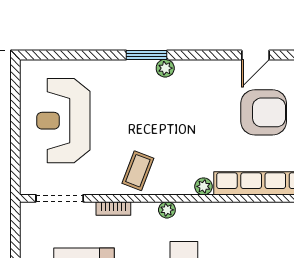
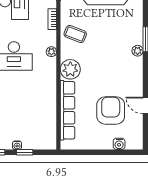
armchair: (264, 112) -> (111, 110), turned 180
plant: (204, 186) -> (70, 69), width x1.88, depth x1.88

